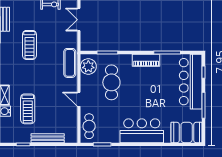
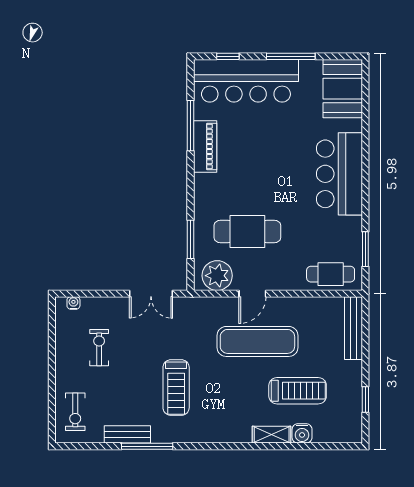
double door: (79, 20) -> (151, 294), moved
treadmill: (29, 45) -> (176, 388), turned 90
piano: (146, 60) -> (205, 146), moved
exercise mat: (70, 63) -> (257, 341), moved, width x1.36, depth x1.45
door: (79, 99) -> (252, 294), moved
bench: (48, 138) -> (353, 328), moved

